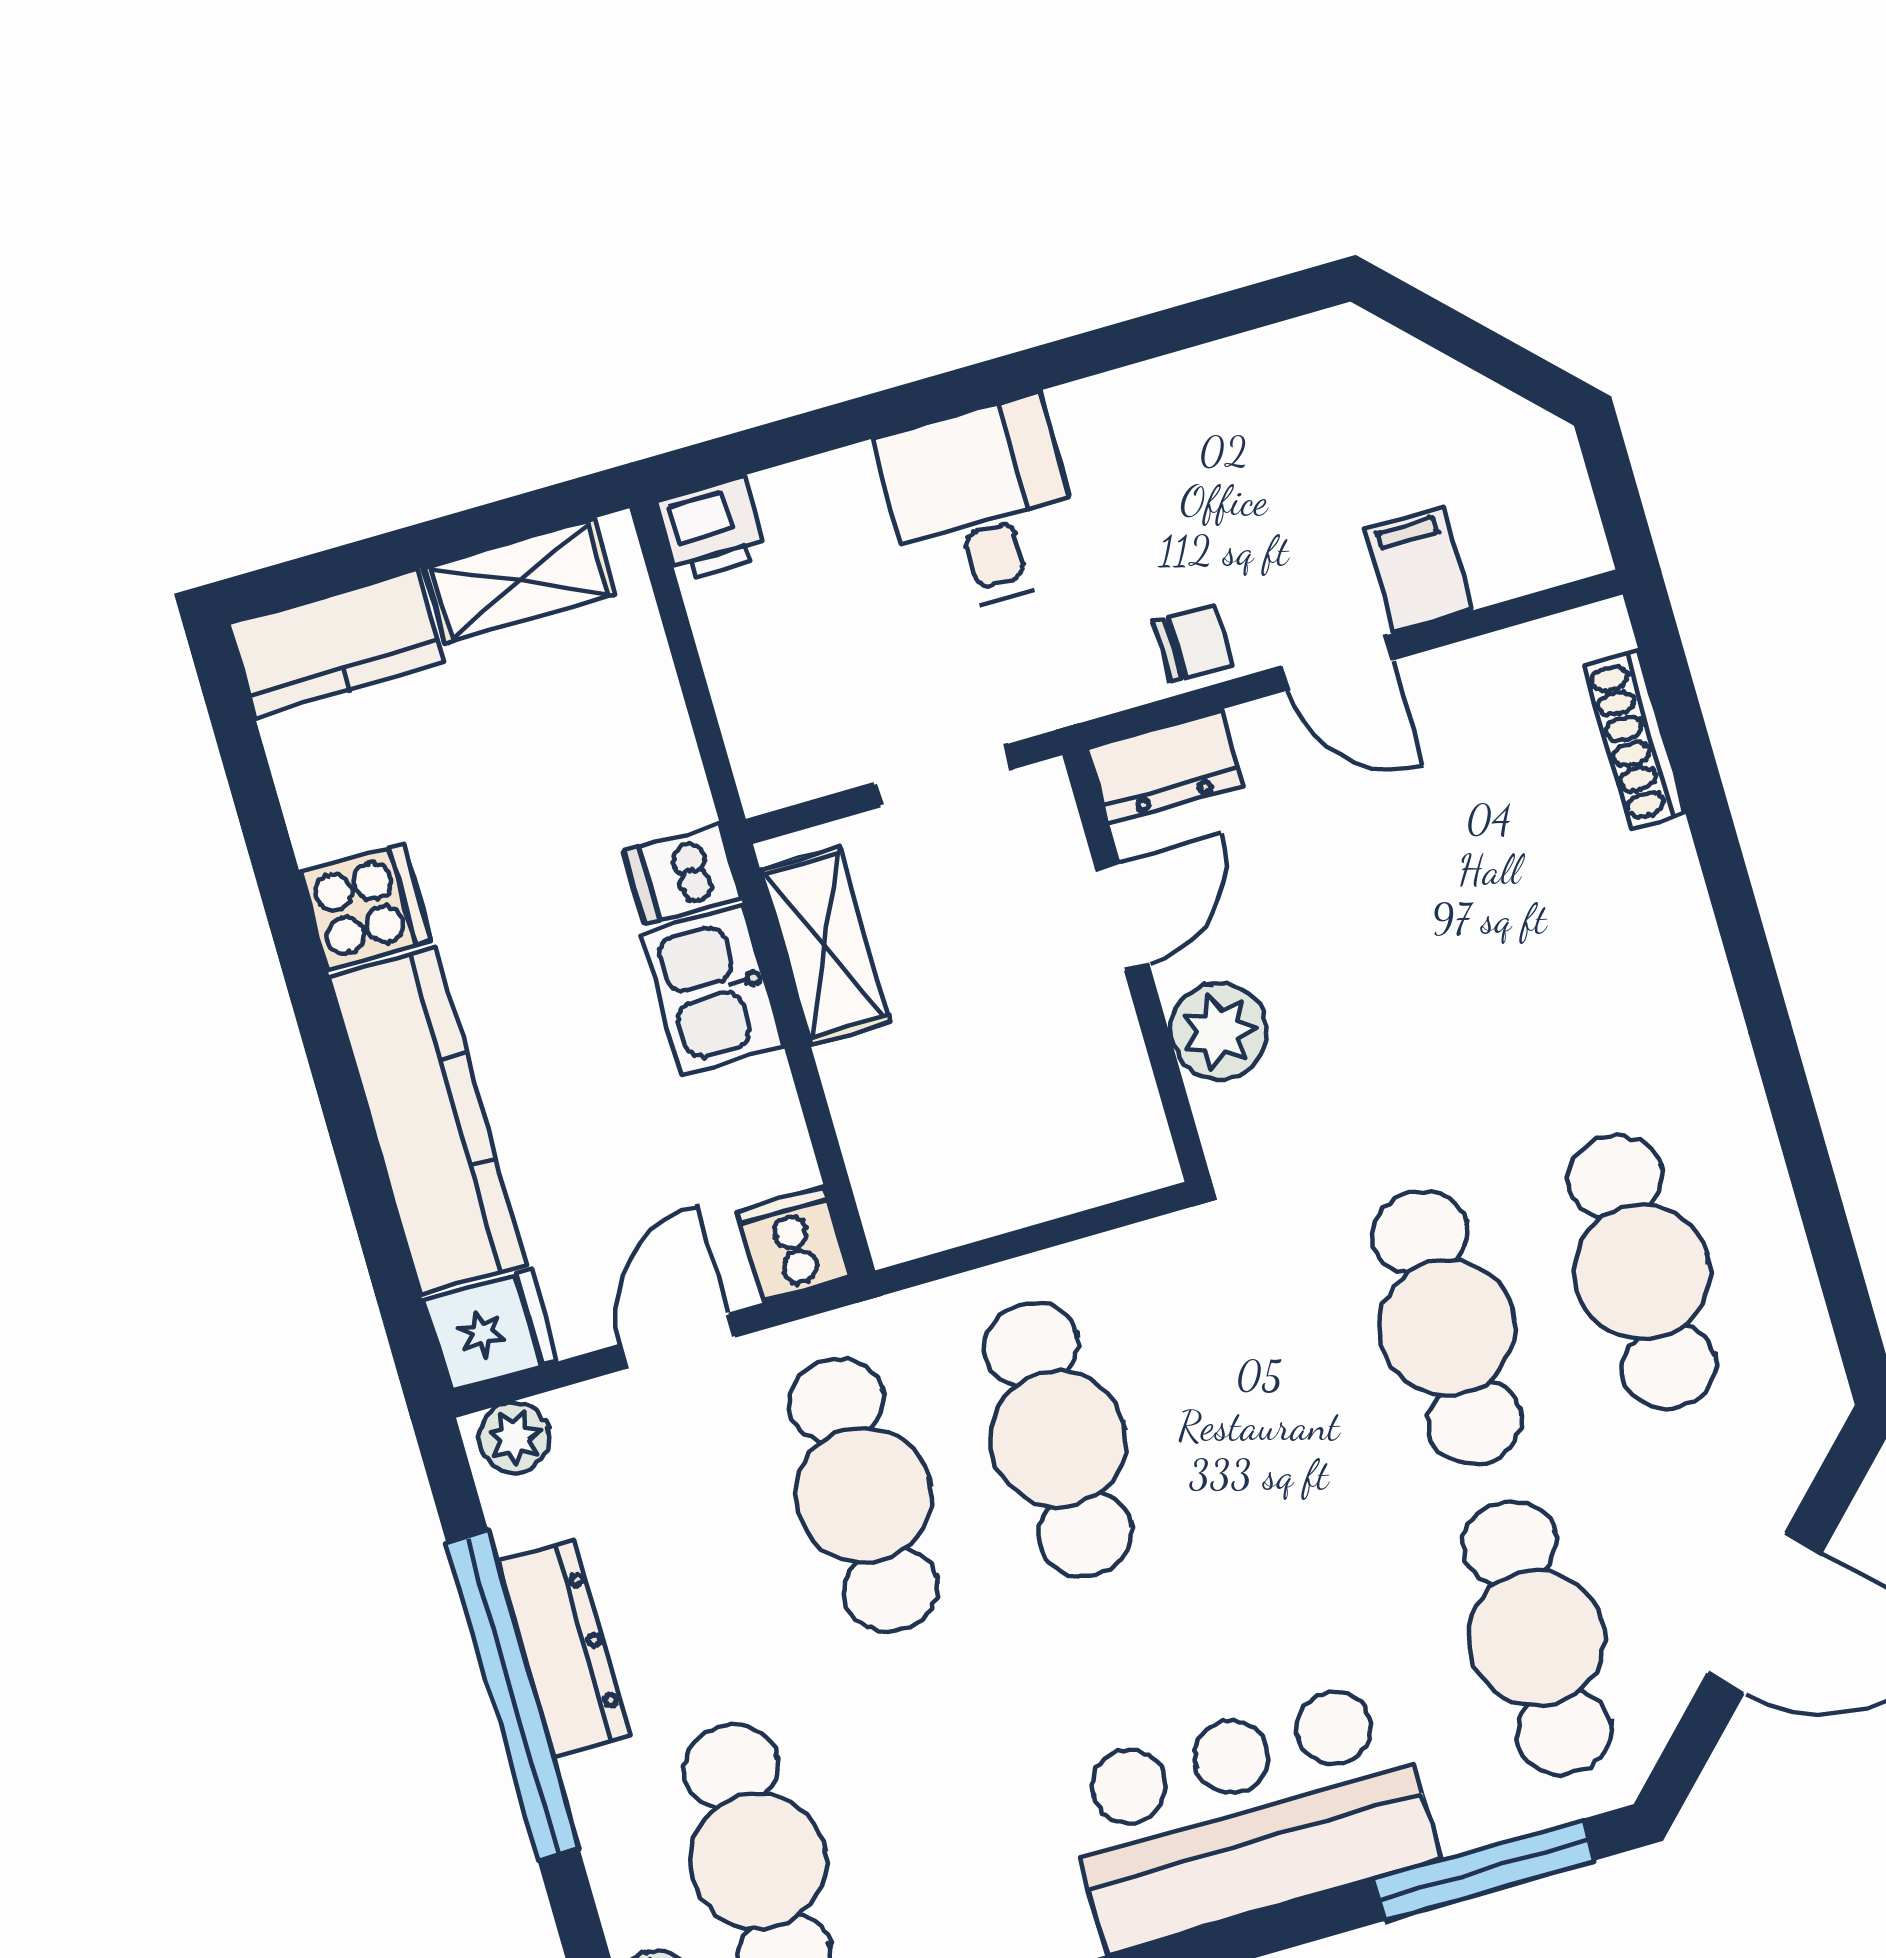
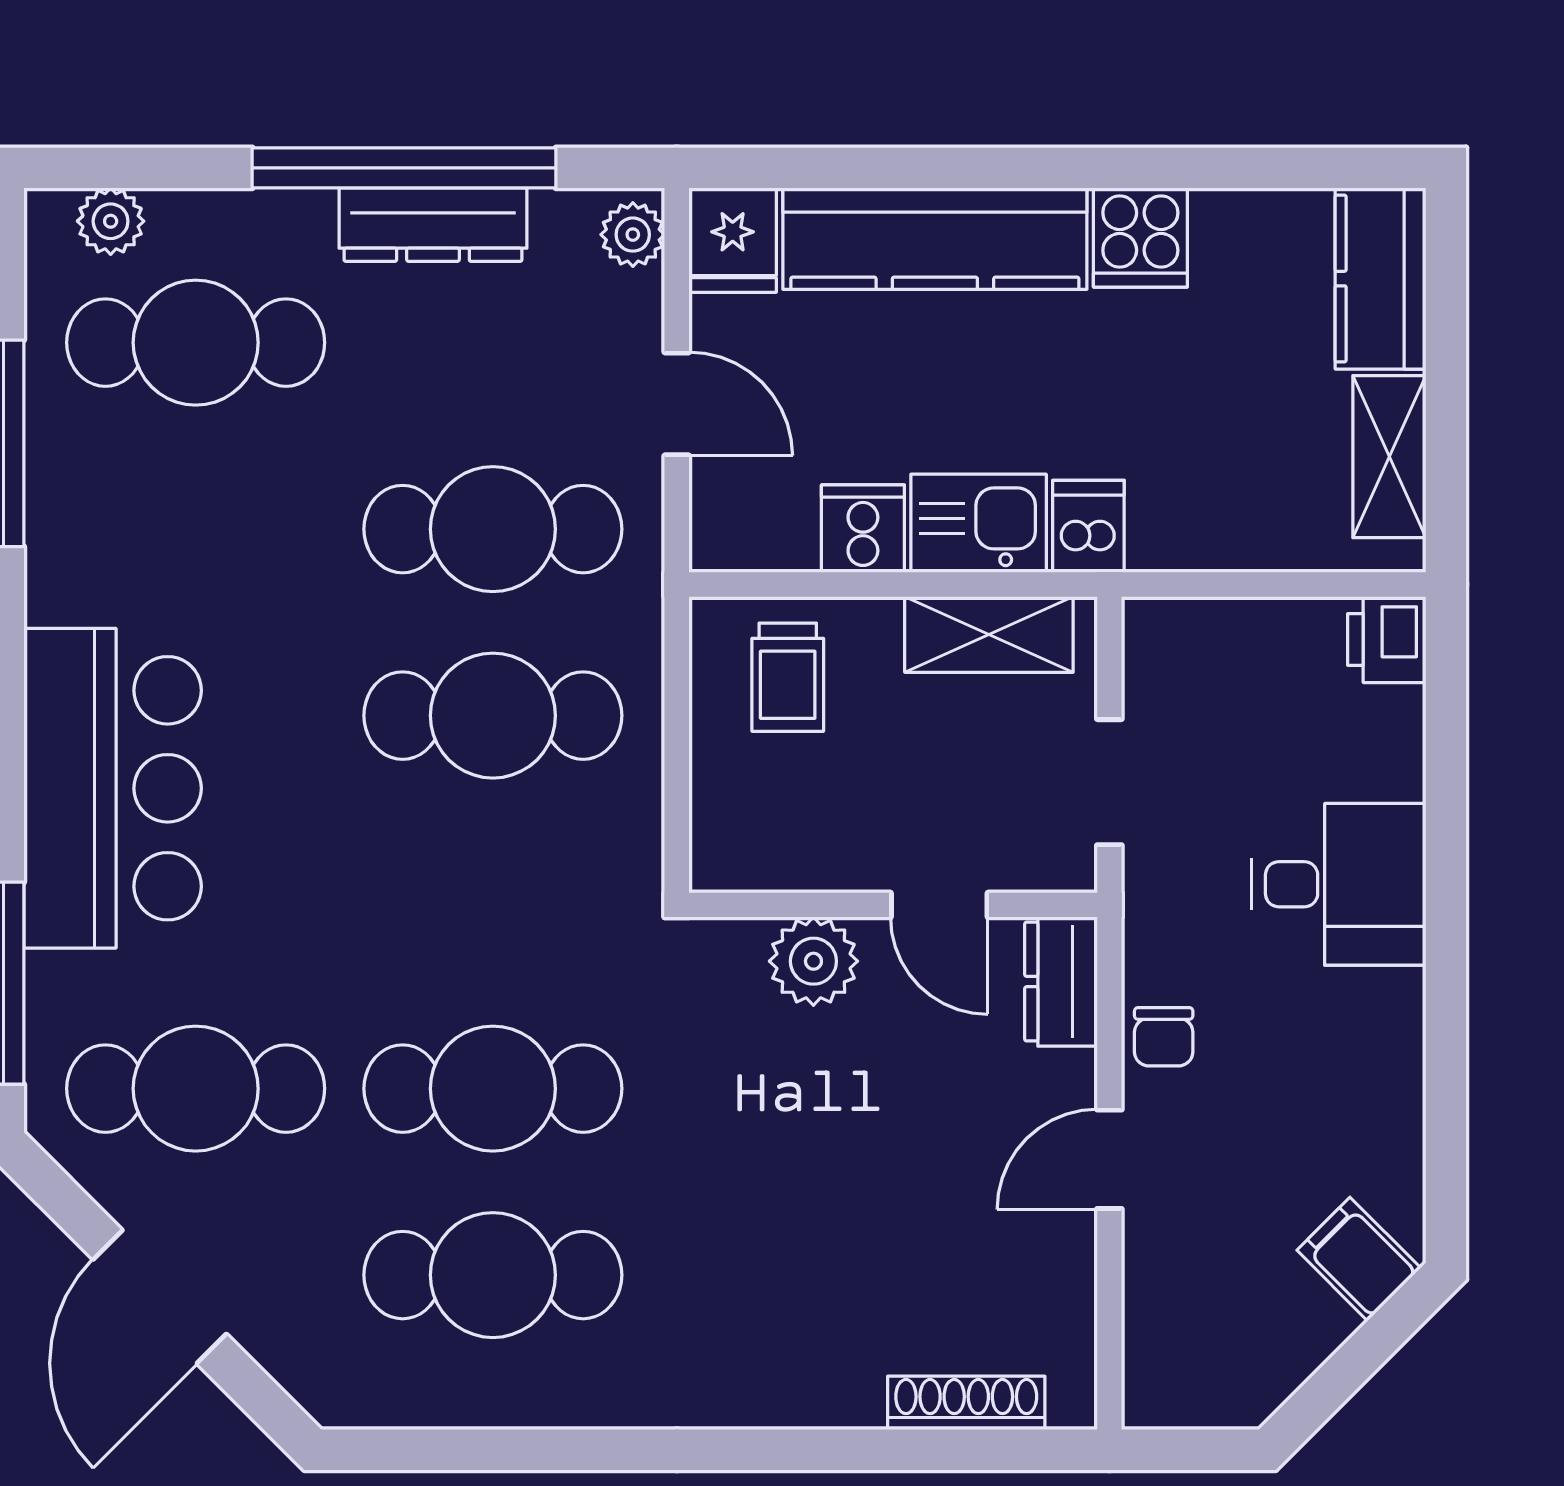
filing cabinet: (1418, 569) -> (1359, 1259), moved, turned -135
trolley: (930, 1143) -> (788, 677), added
cooker: (794, 1244) -> (863, 529), moved, turned -90

